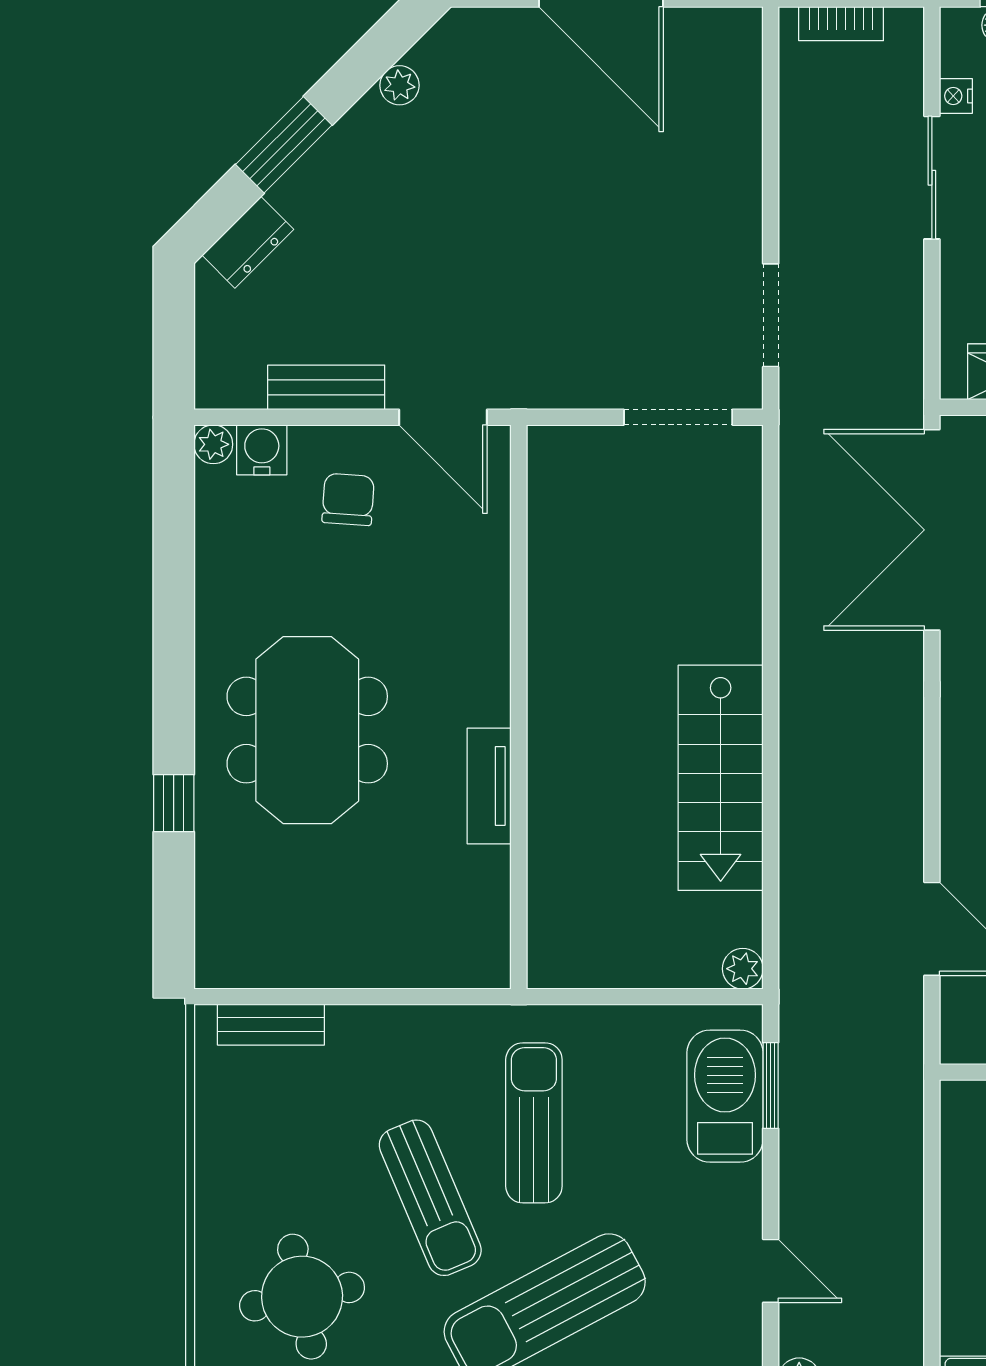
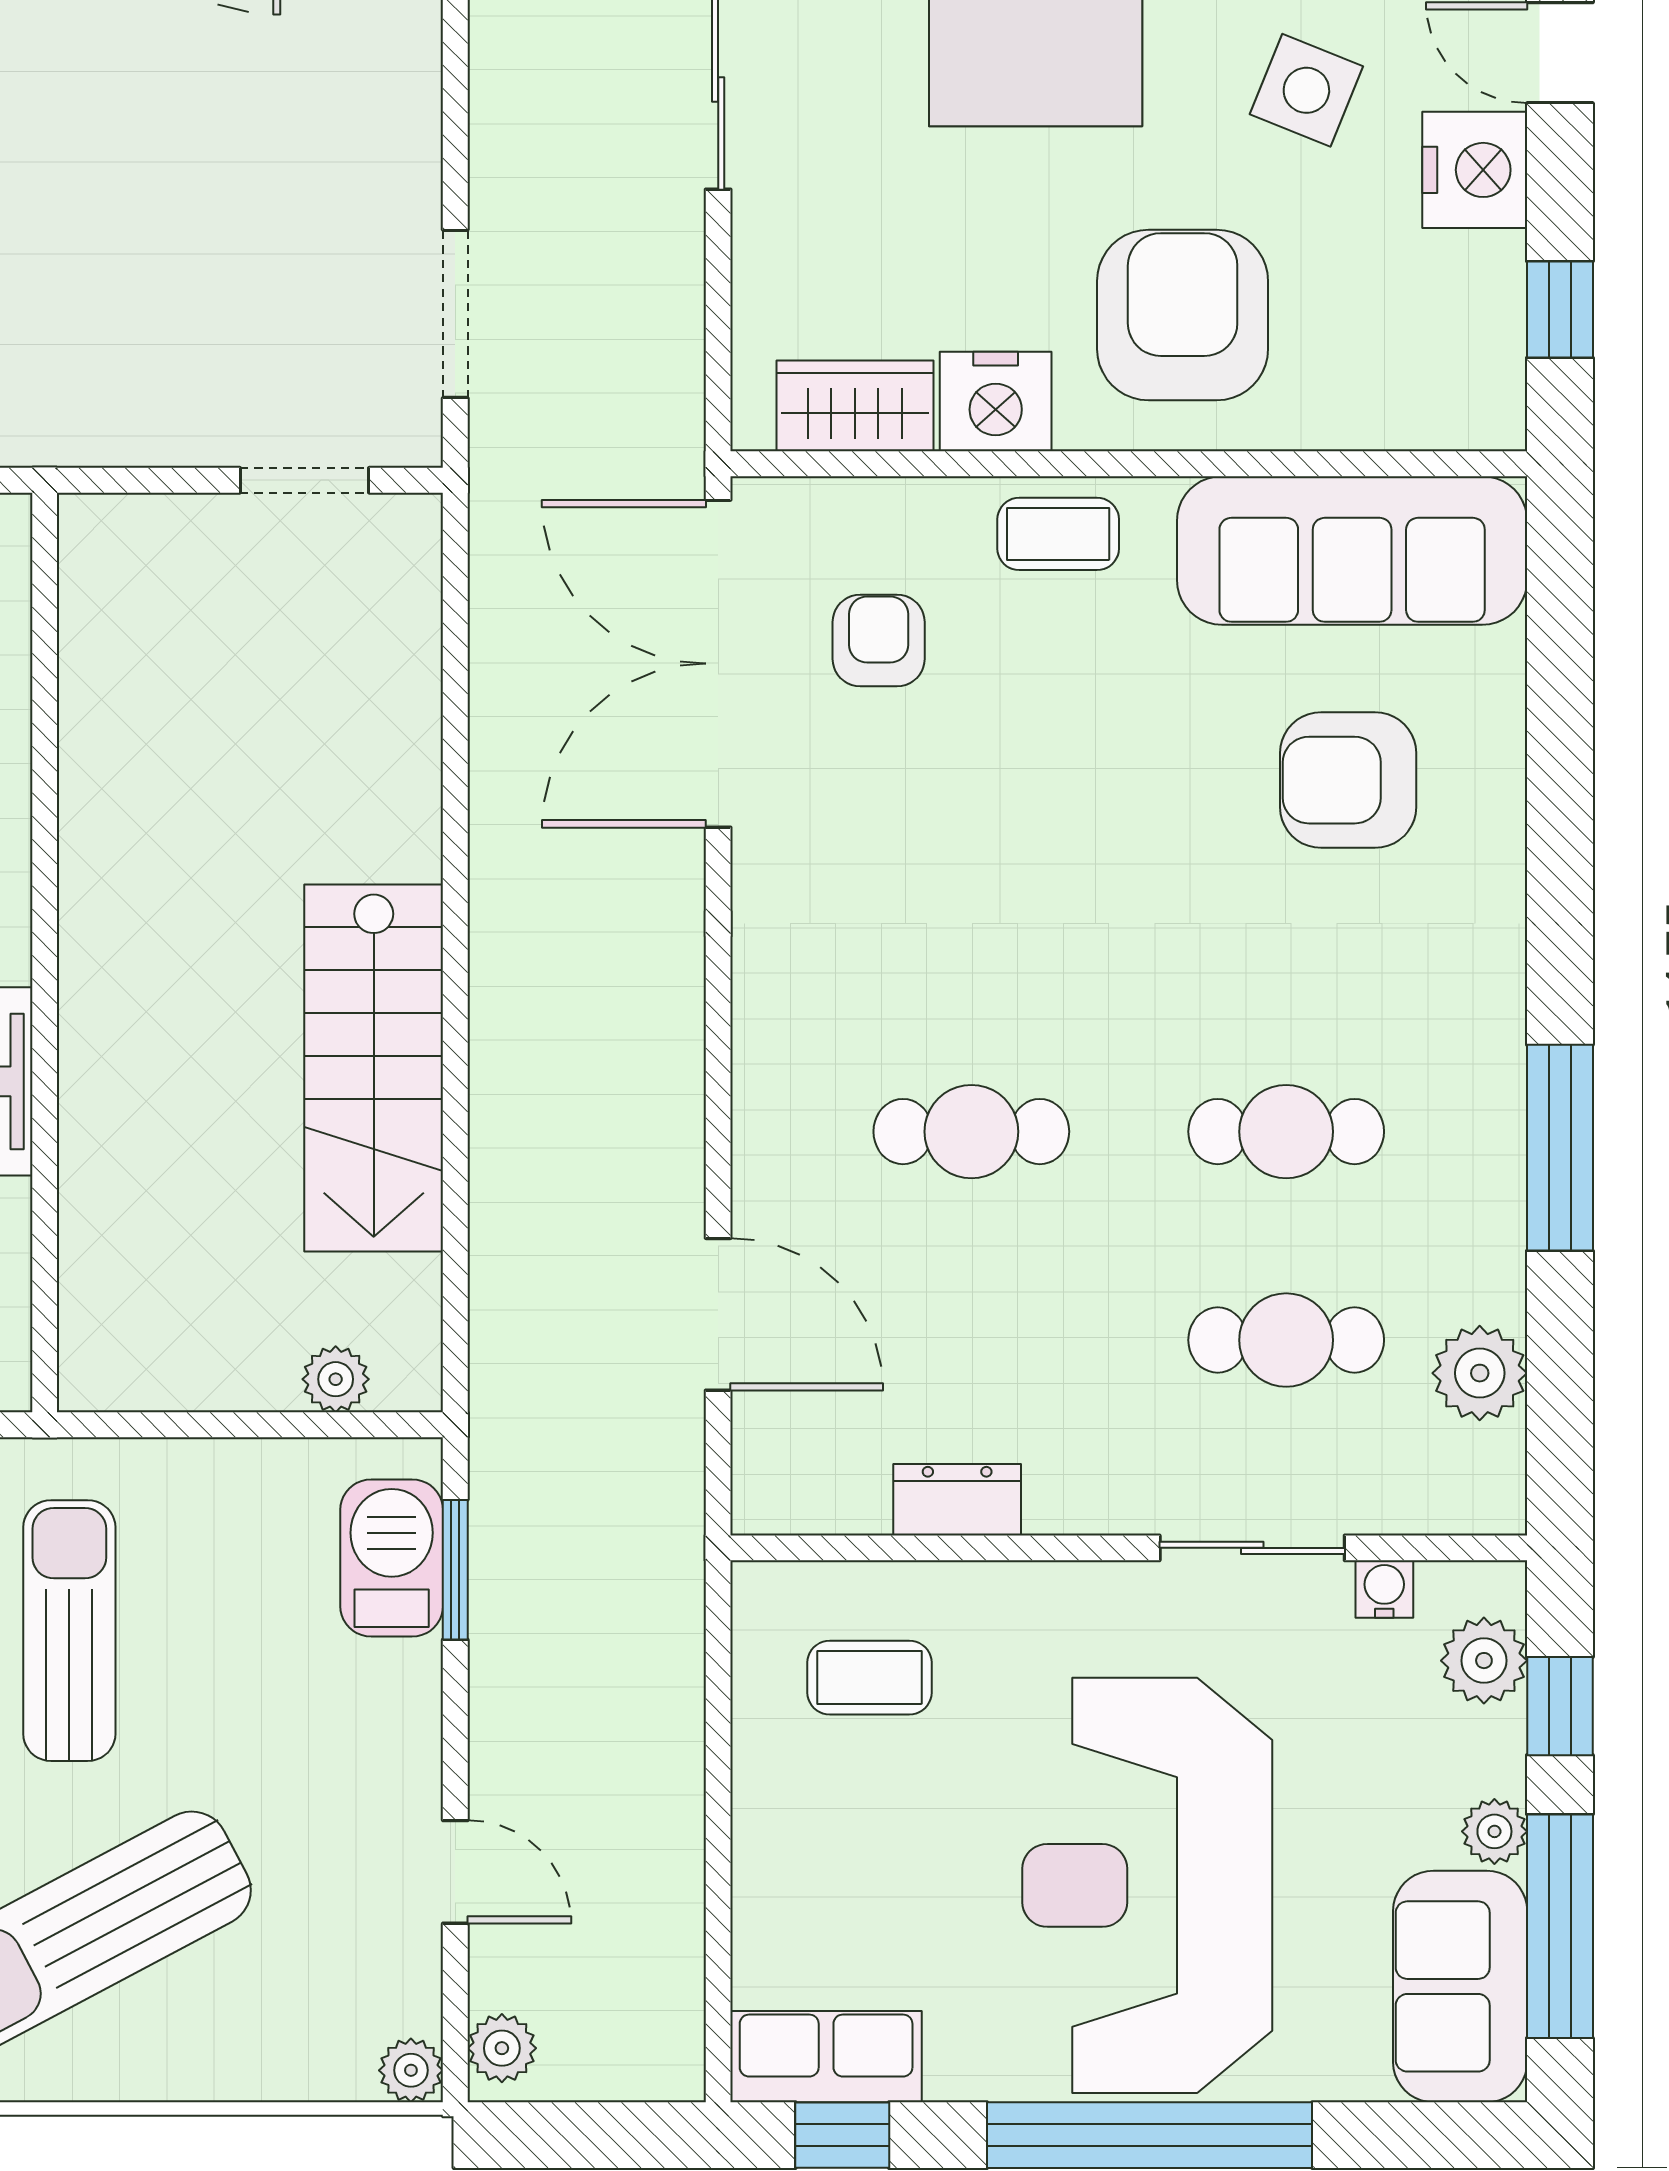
doorway: (678, 417) -> (304, 480), width x0.73
plant: (743, 969) -> (336, 1379), moved
barbecue: (725, 1096) -> (392, 1558), width x0.73, depth x0.83

